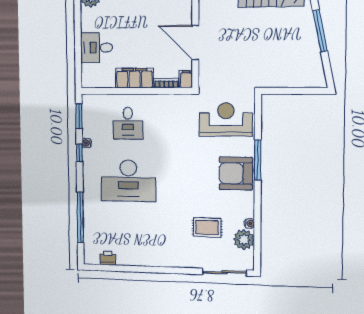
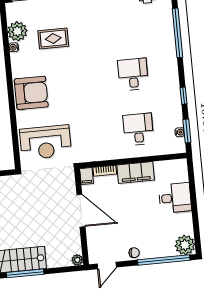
water cooler: (87, 143) -> (180, 132), moved
window: (258, 160) -> (12, 108), removed
desk: (128, 181) -> (133, 74), width x0.53, depth x0.77

